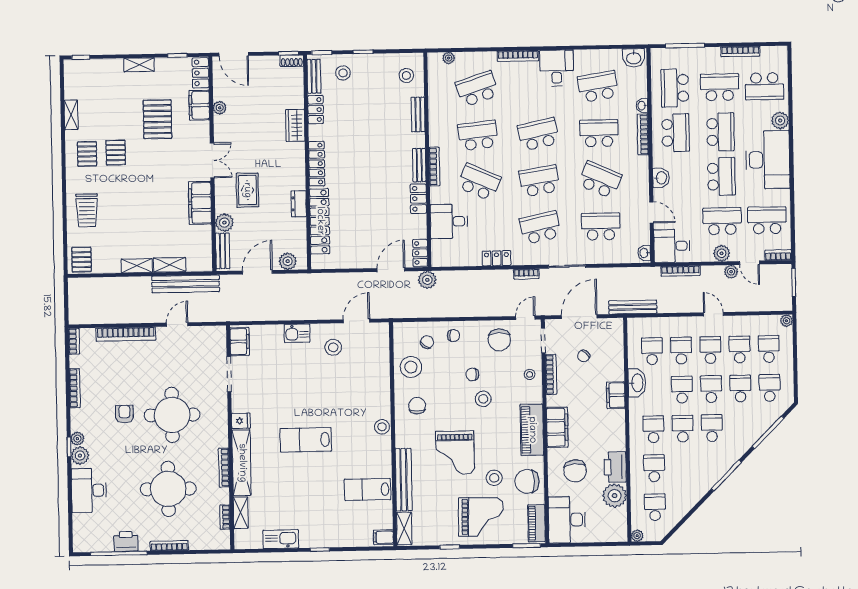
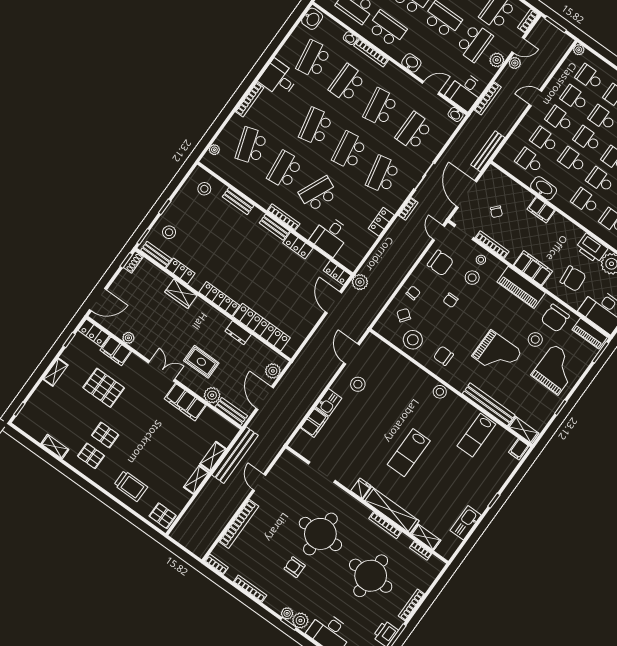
school desk: (600, 180) -> (380, 107), turned -33
school desk: (722, 221) -> (474, 43), turned 180
filing cabinet: (240, 342) -> (314, 423), moved, turned 90
stool: (483, 399) -> (472, 278), moved

